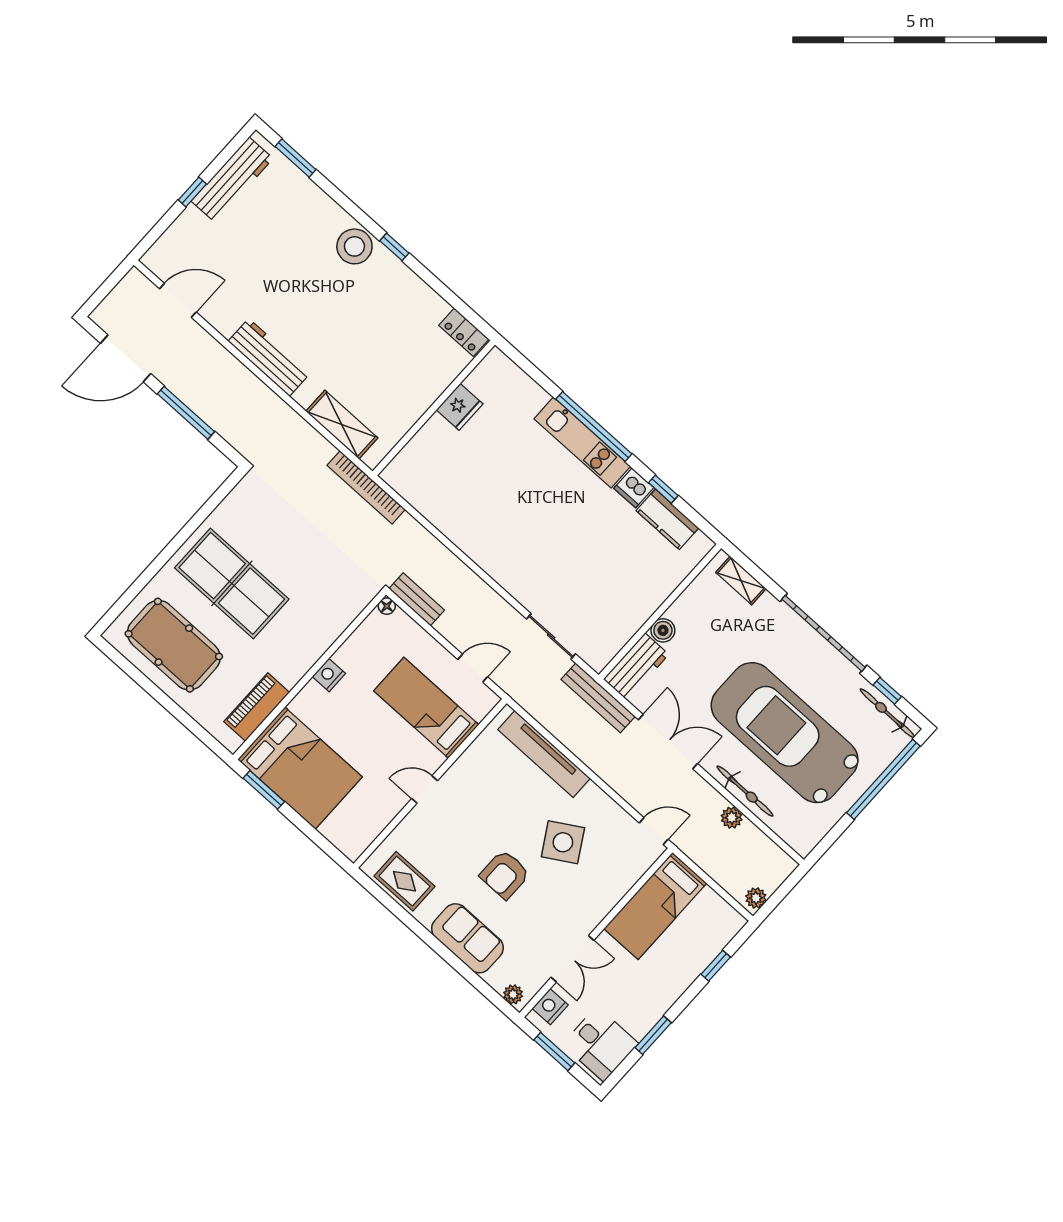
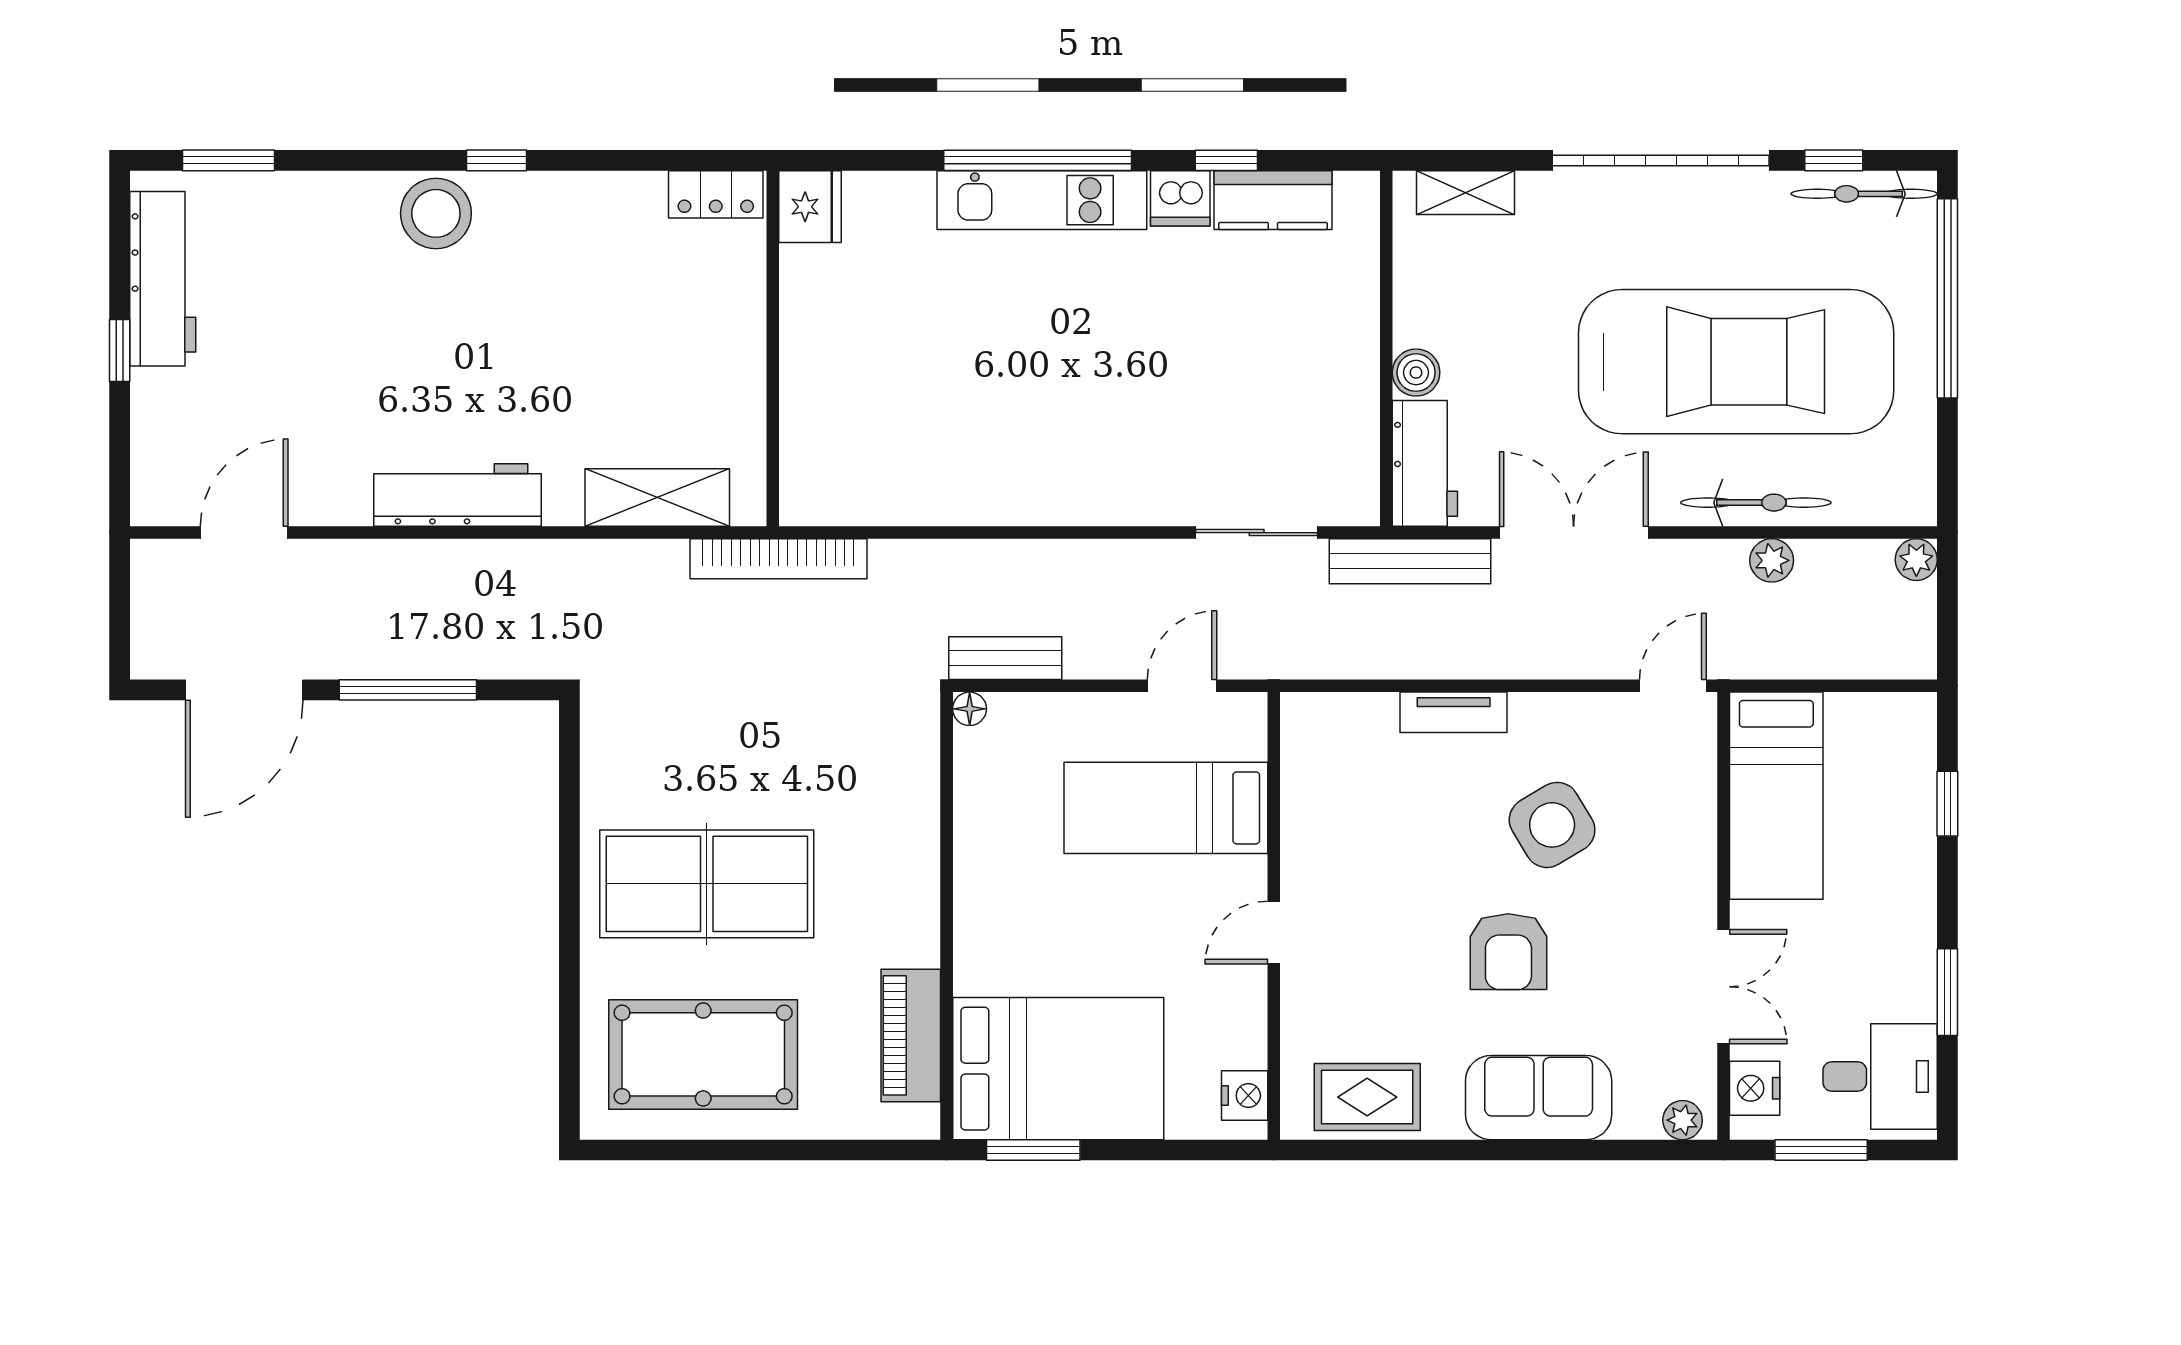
fridge: (460, 407) -> (810, 207), moved
nightstand: (329, 675) -> (1245, 1096), moved, turned 180
car: (785, 733) -> (1736, 362), turned 180
tv unit: (544, 754) -> (1454, 712), width x0.52, depth x0.78
plant: (756, 898) -> (1916, 560), moved

